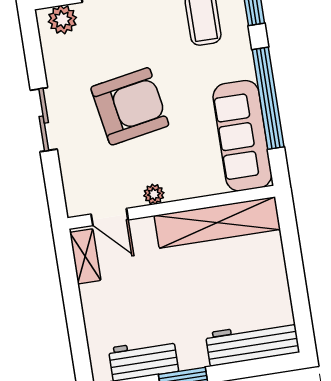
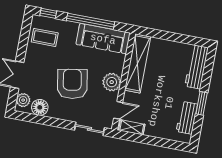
floor lamp: (60, 58) -> (40, 107), added
sliding door: (44, 120) -> (89, 129), moved
plant: (154, 194) -> (112, 82), width x1.88, depth x1.88

